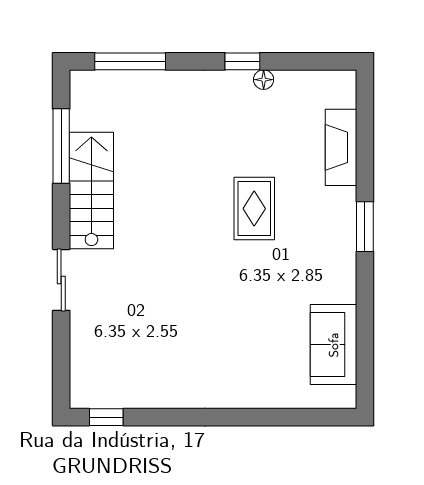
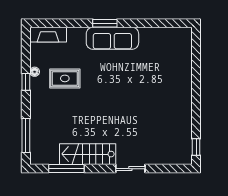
fireplace: (341, 147) -> (48, 35), moved
rug: (254, 209) -> (65, 78), moved
sofa: (334, 345) -> (112, 38), moved, width x1.36

